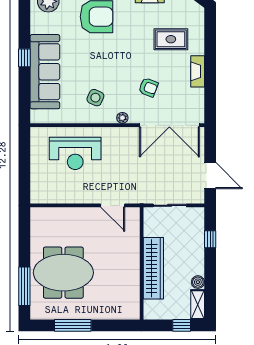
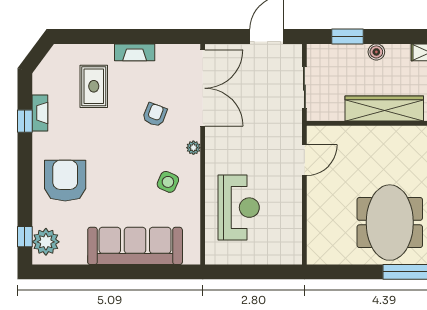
window: (24, 58) -> (117, 272), removed
window: (210, 239) -> (347, 37), width x1.50
boiler: (198, 282) -> (376, 52), moved

